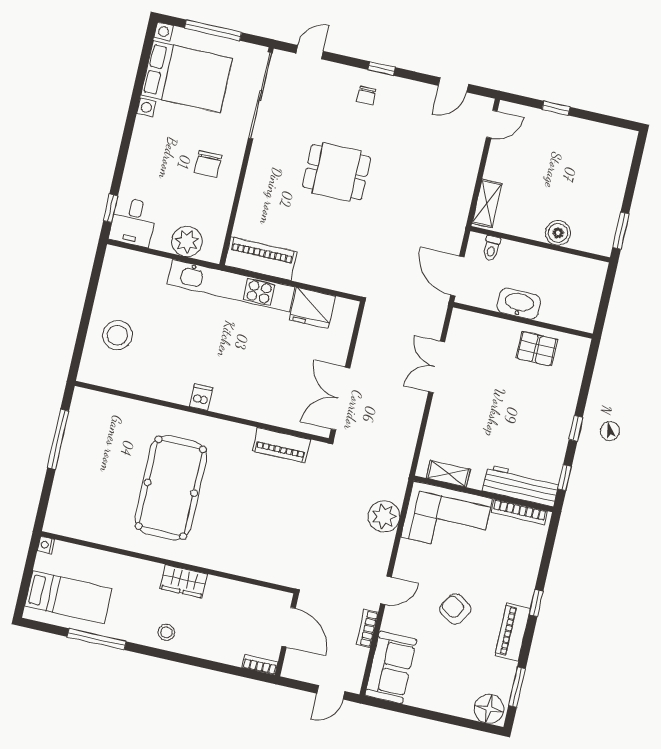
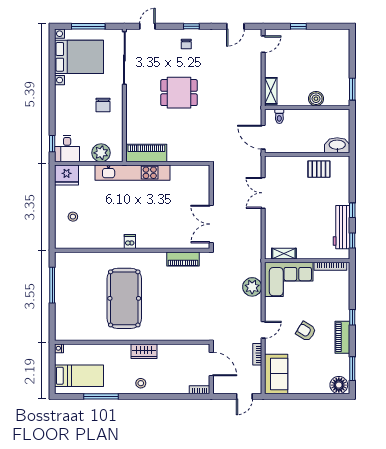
washbasin: (519, 304) -> (337, 145), moved
fridge: (312, 308) -> (67, 175), moved
stool: (117, 335) -> (73, 217), width x0.53, depth x0.53
workbench: (521, 486) -> (341, 227), moved, turned -90

